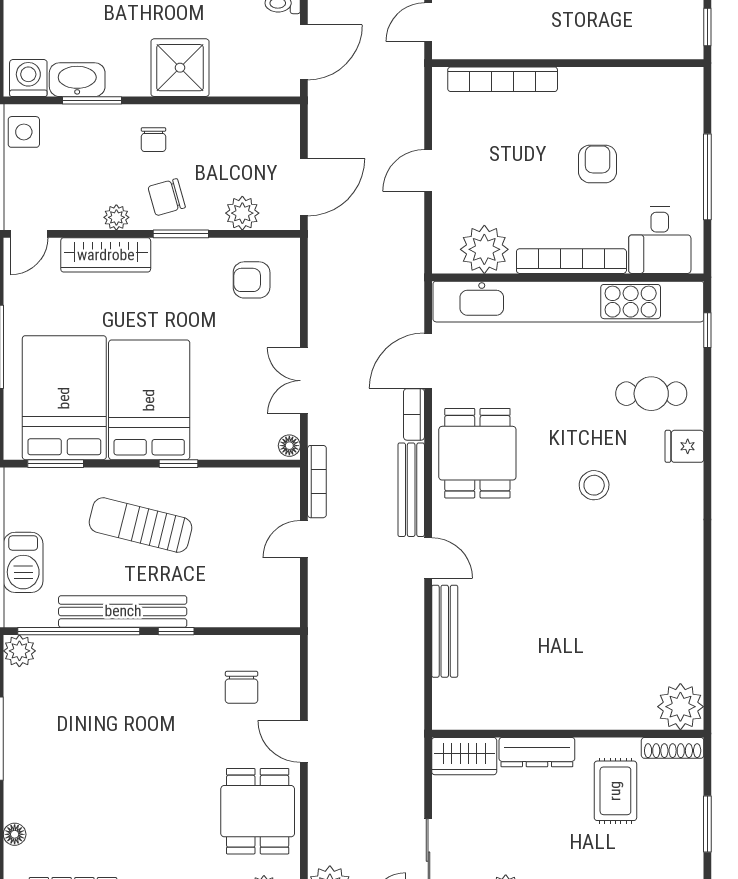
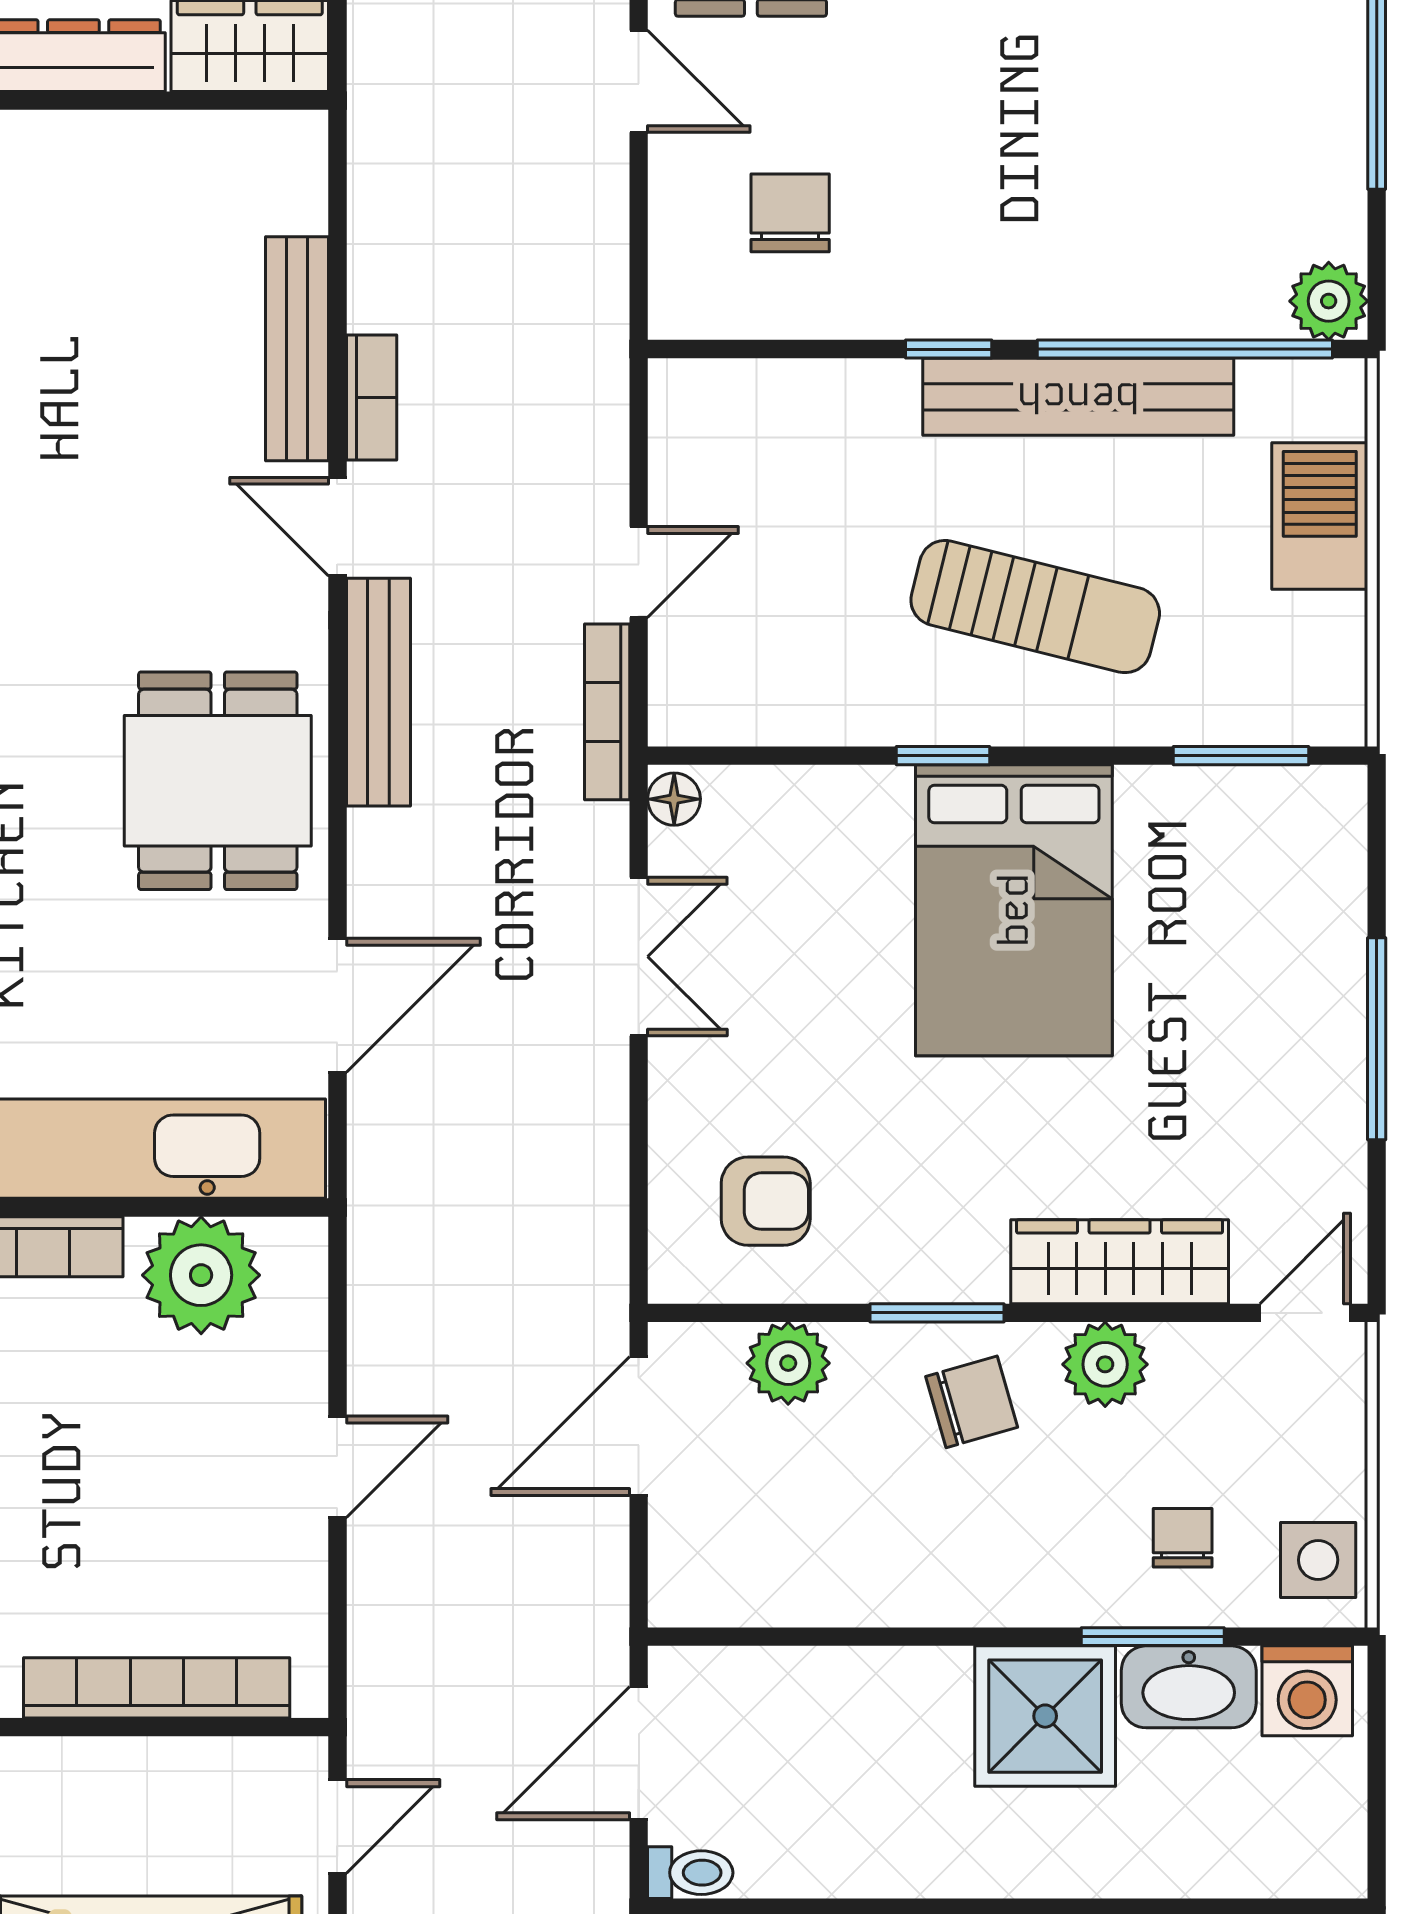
shower: (180, 68) -> (1045, 1716), moved
chair: (153, 140) -> (1183, 1538), moved
plant: (116, 217) -> (1105, 1364), width x1.38, depth x1.38
bed: (64, 398) -> (1220, 915), removed
bookcase: (414, 414) -> (372, 397), moved

